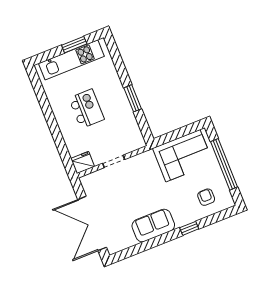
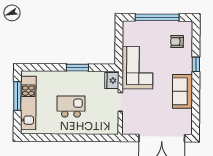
window: (74, 45) -> (17, 96), width x1.44
corner sofa: (183, 156) -> (137, 68), moved
fridge: (83, 163) -> (112, 81), moved

